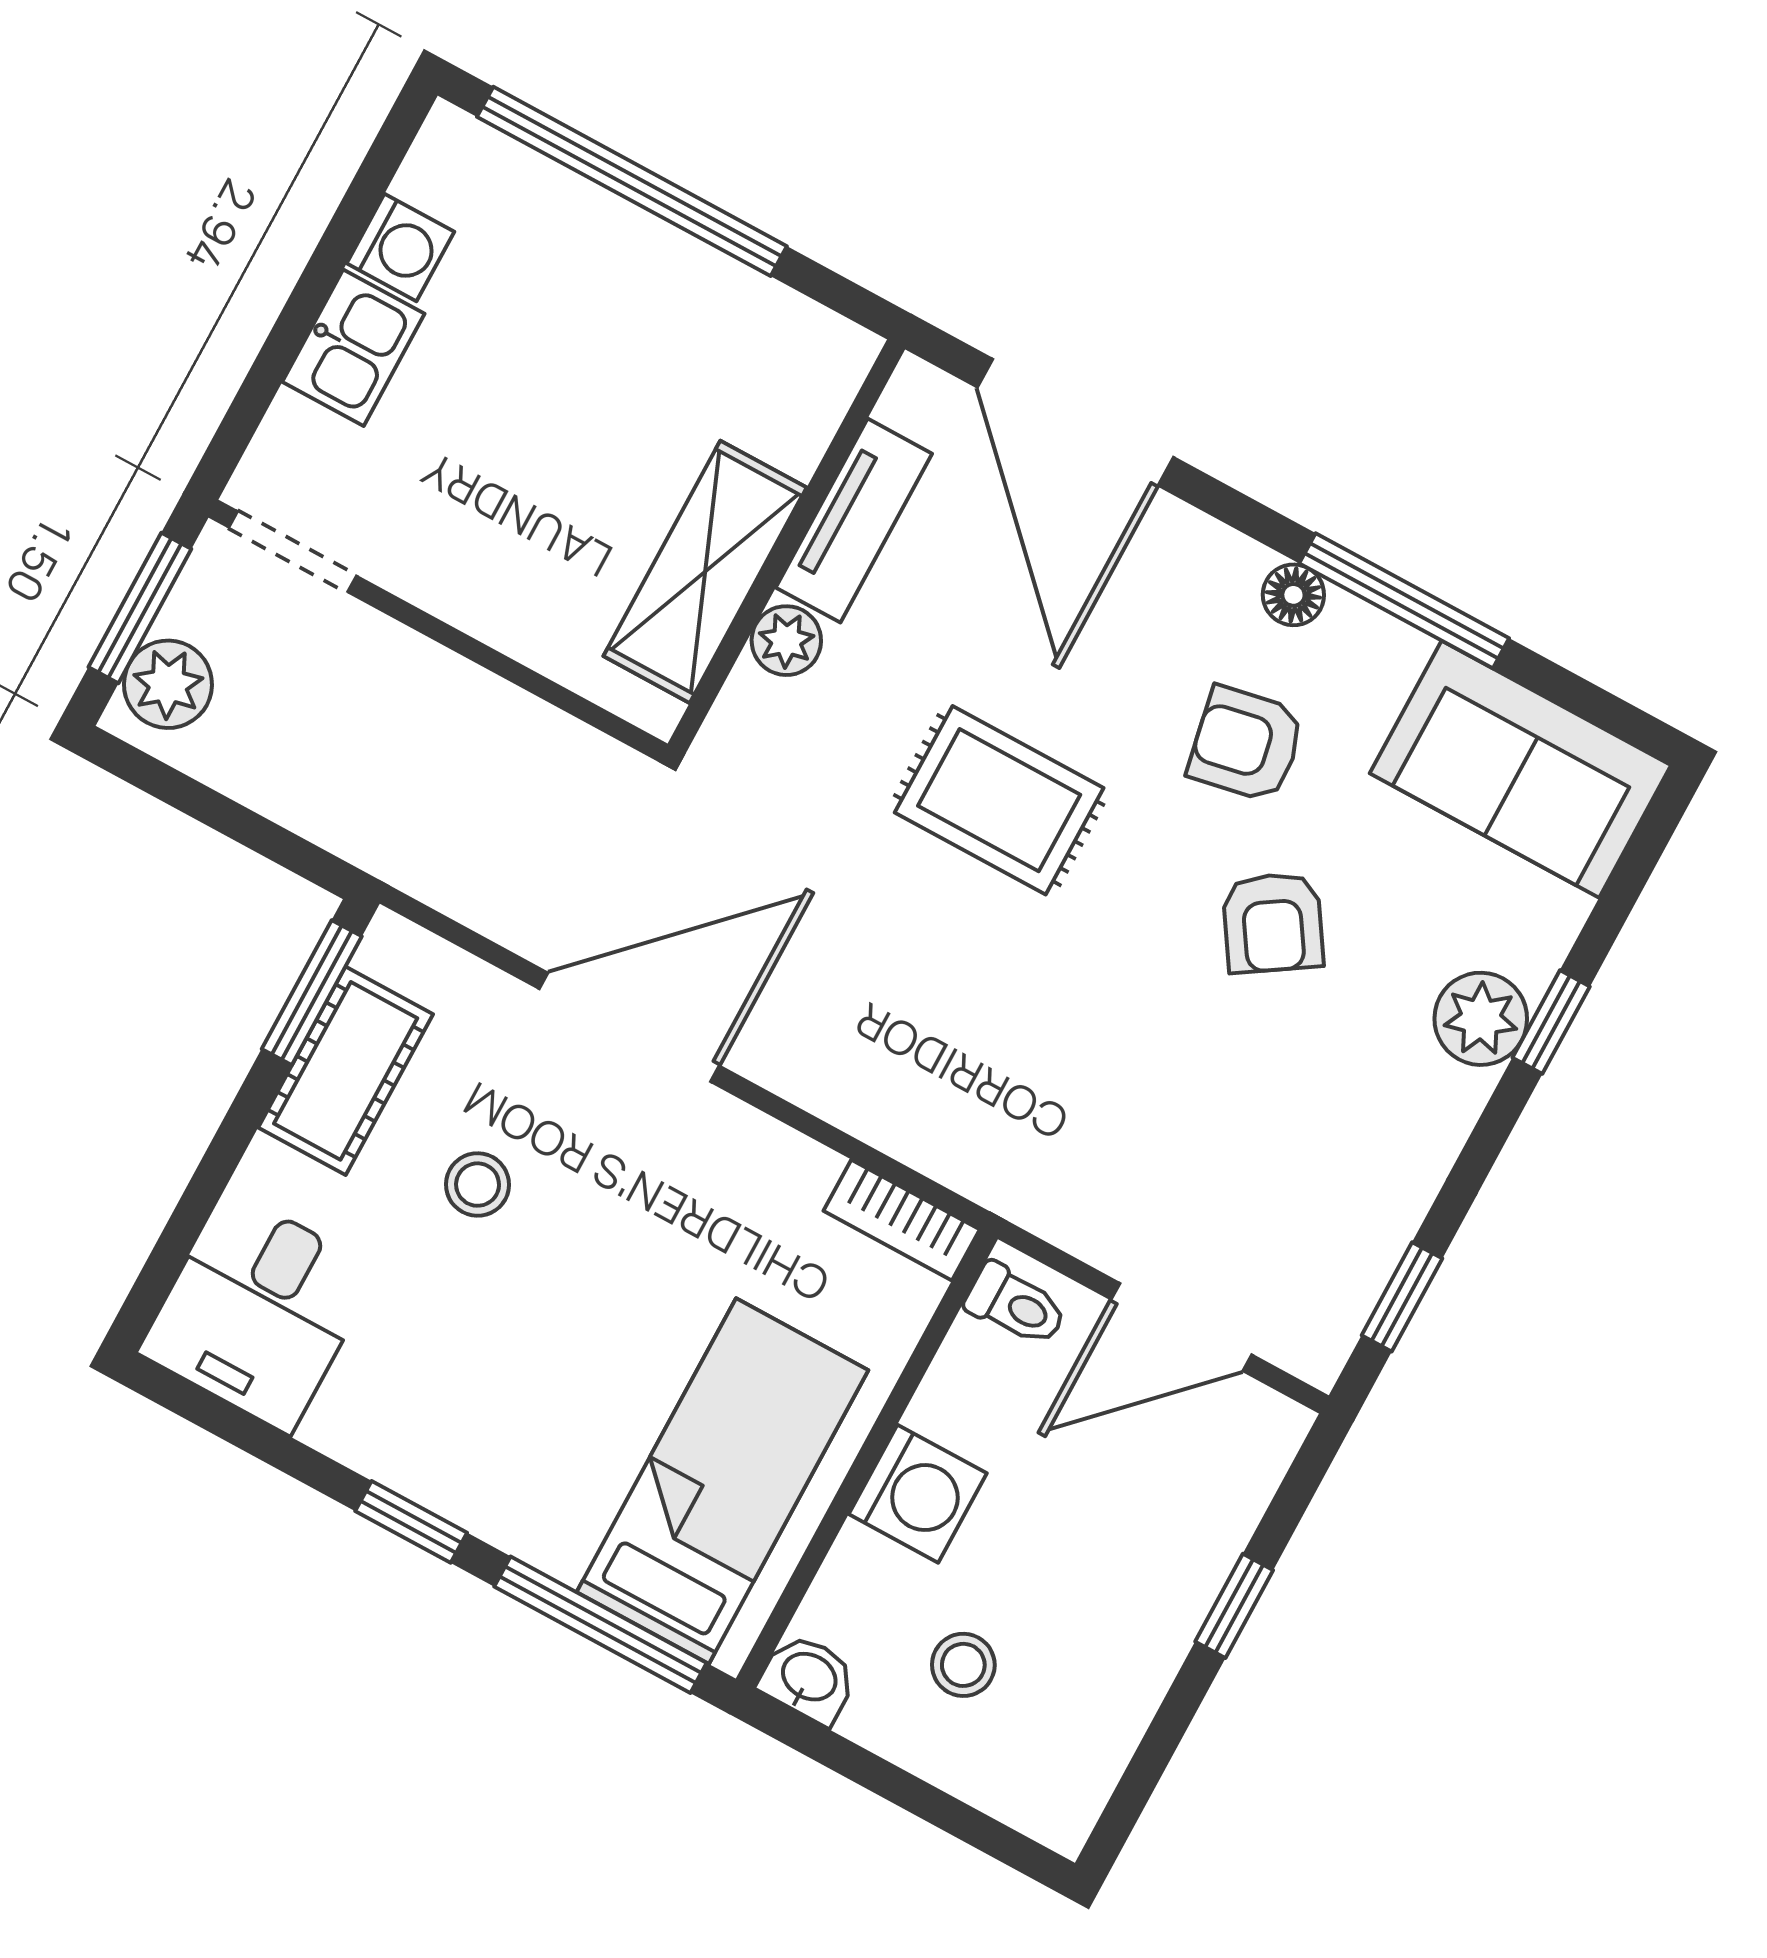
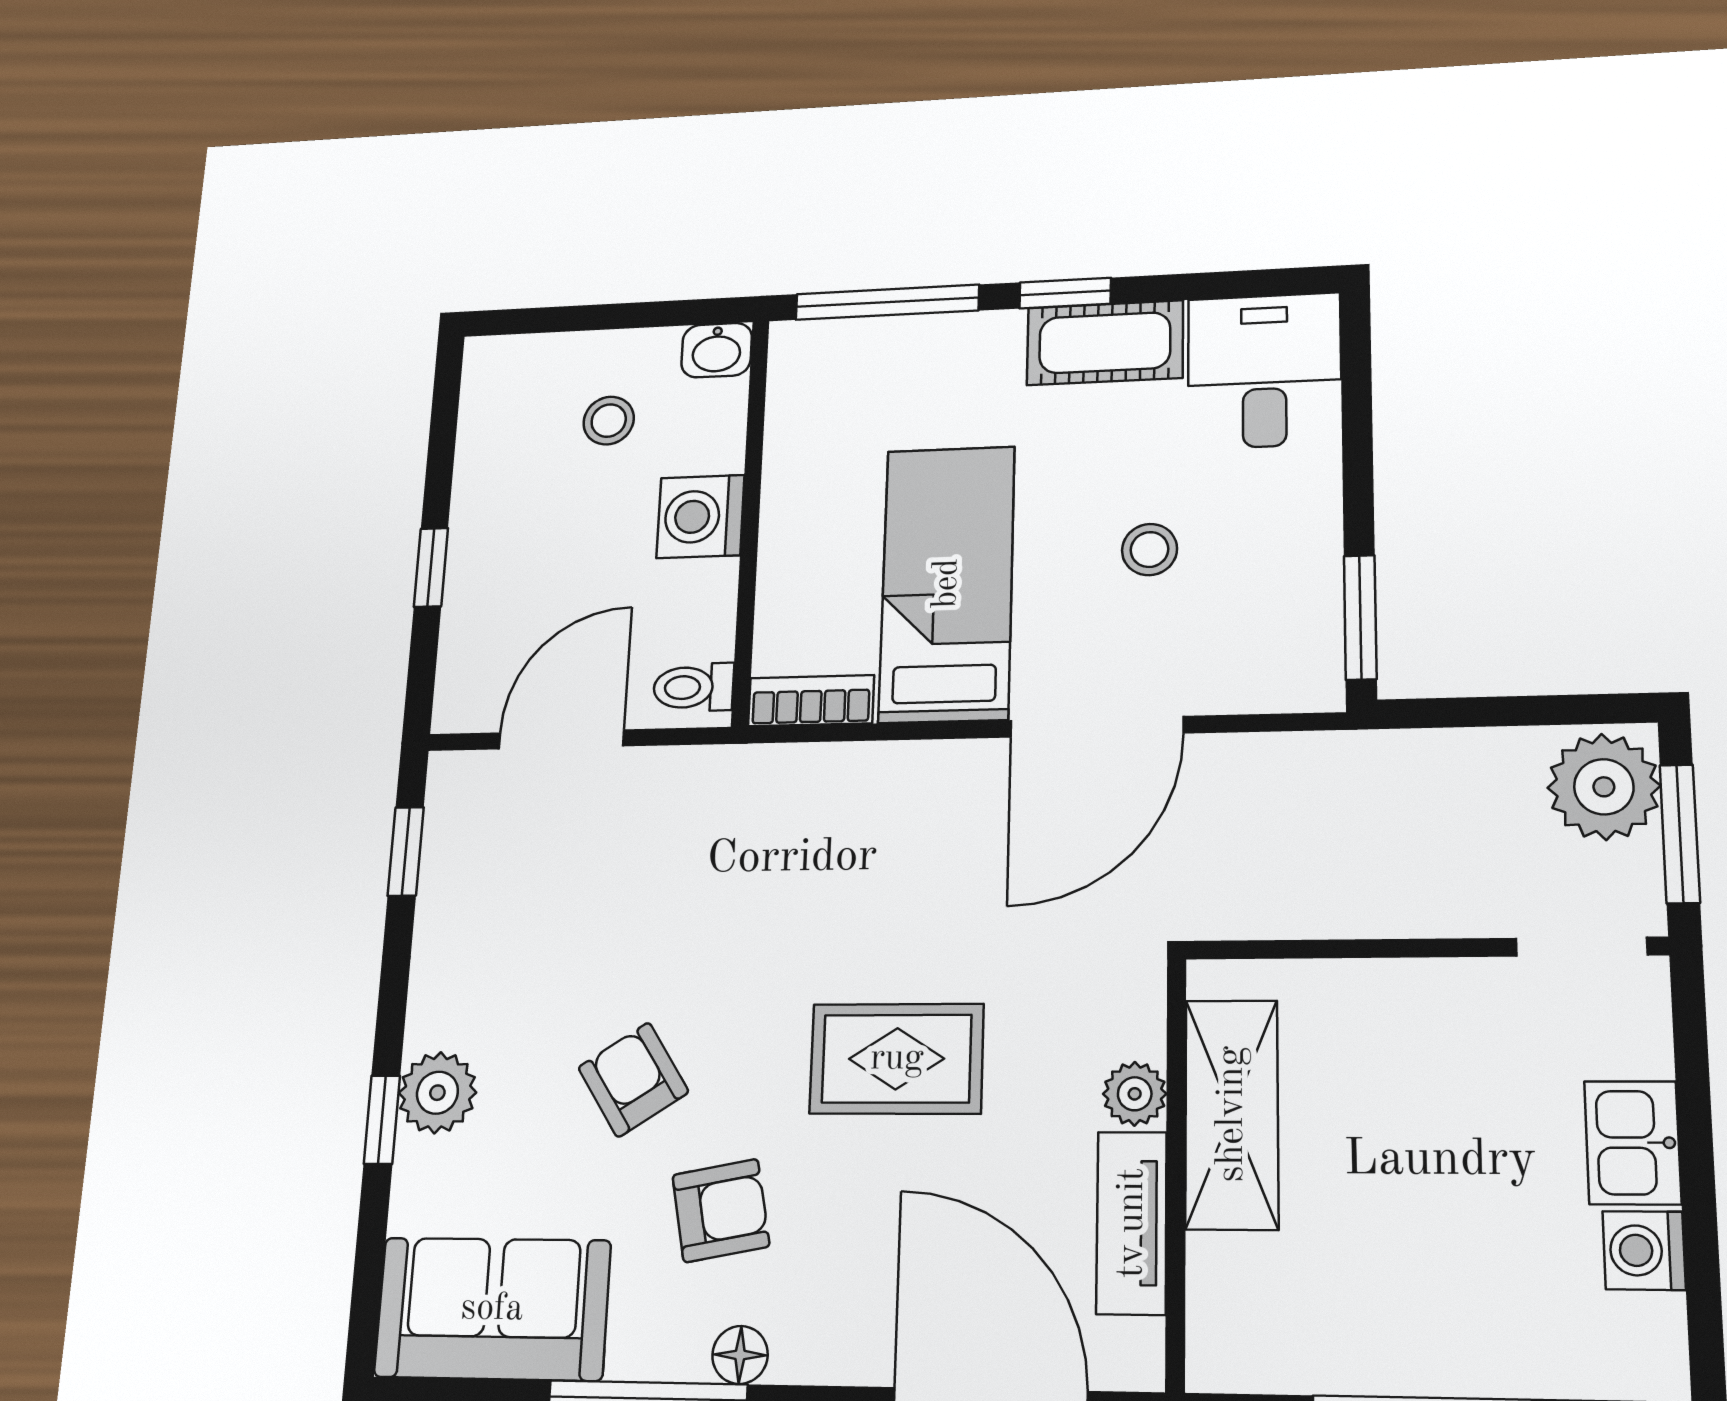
plant: (168, 684) -> (1604, 787), width x1.36, depth x1.36
cot: (346, 1071) -> (1105, 343), moved, turned 90
bed: (722, 1481) -> (947, 583), moved, turned 180

